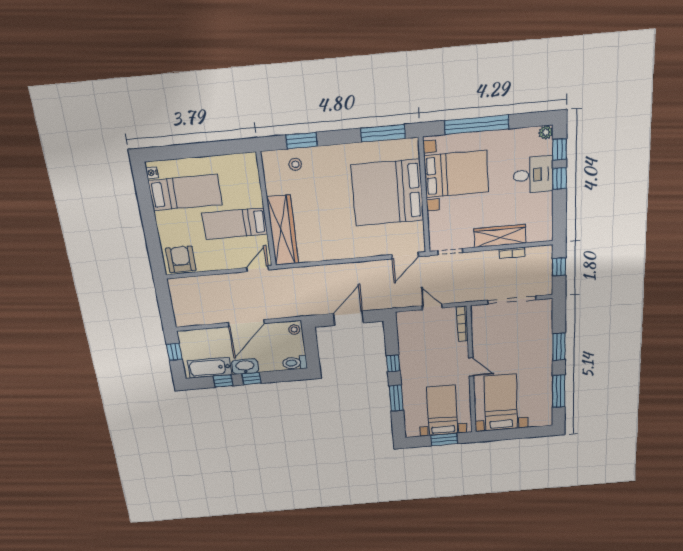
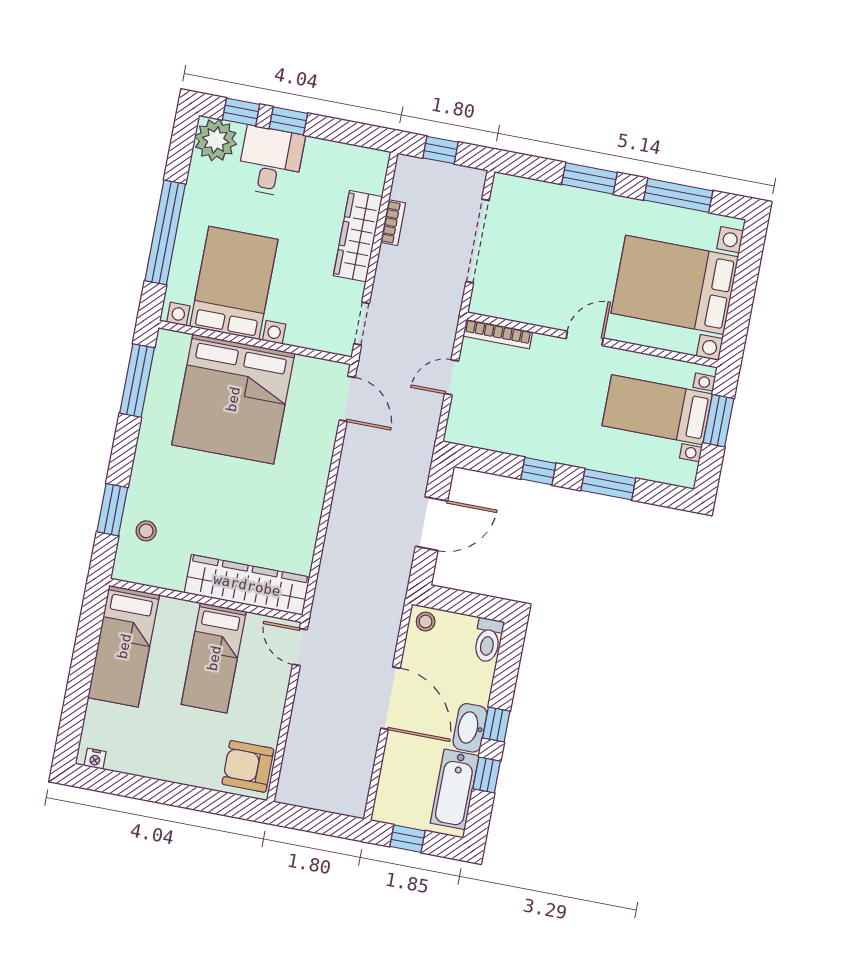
plant: (546, 132) -> (216, 140), width x1.88, depth x1.88
bed: (185, 193) -> (124, 646), moved, turned 180
door: (349, 318) -> (431, 524), swing flipped
bed with nightstands: (501, 403) -> (675, 285), width x1.36

